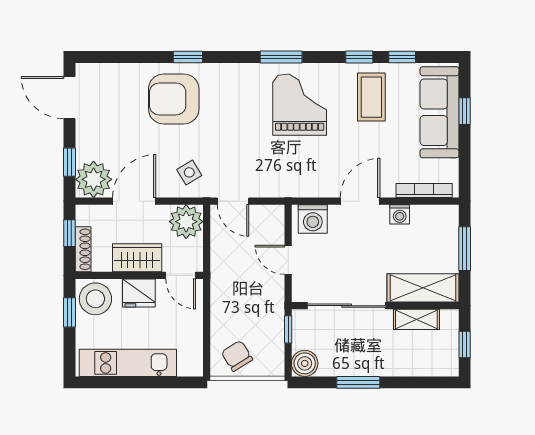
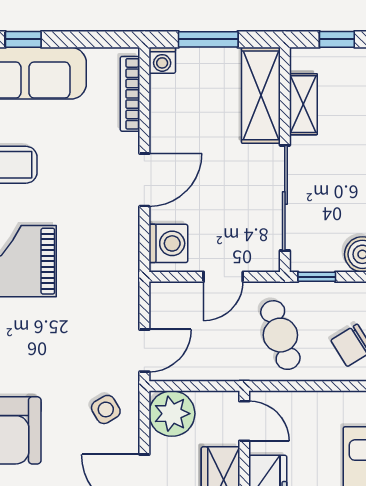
door: (360, 201) -> (144, 180), swing flipped
washing machine: (400, 214) -> (162, 60), moved, turned 90
door: (181, 275) -> (244, 421), hinge flipped
cafe table: (245, 302) -> (280, 335), added

